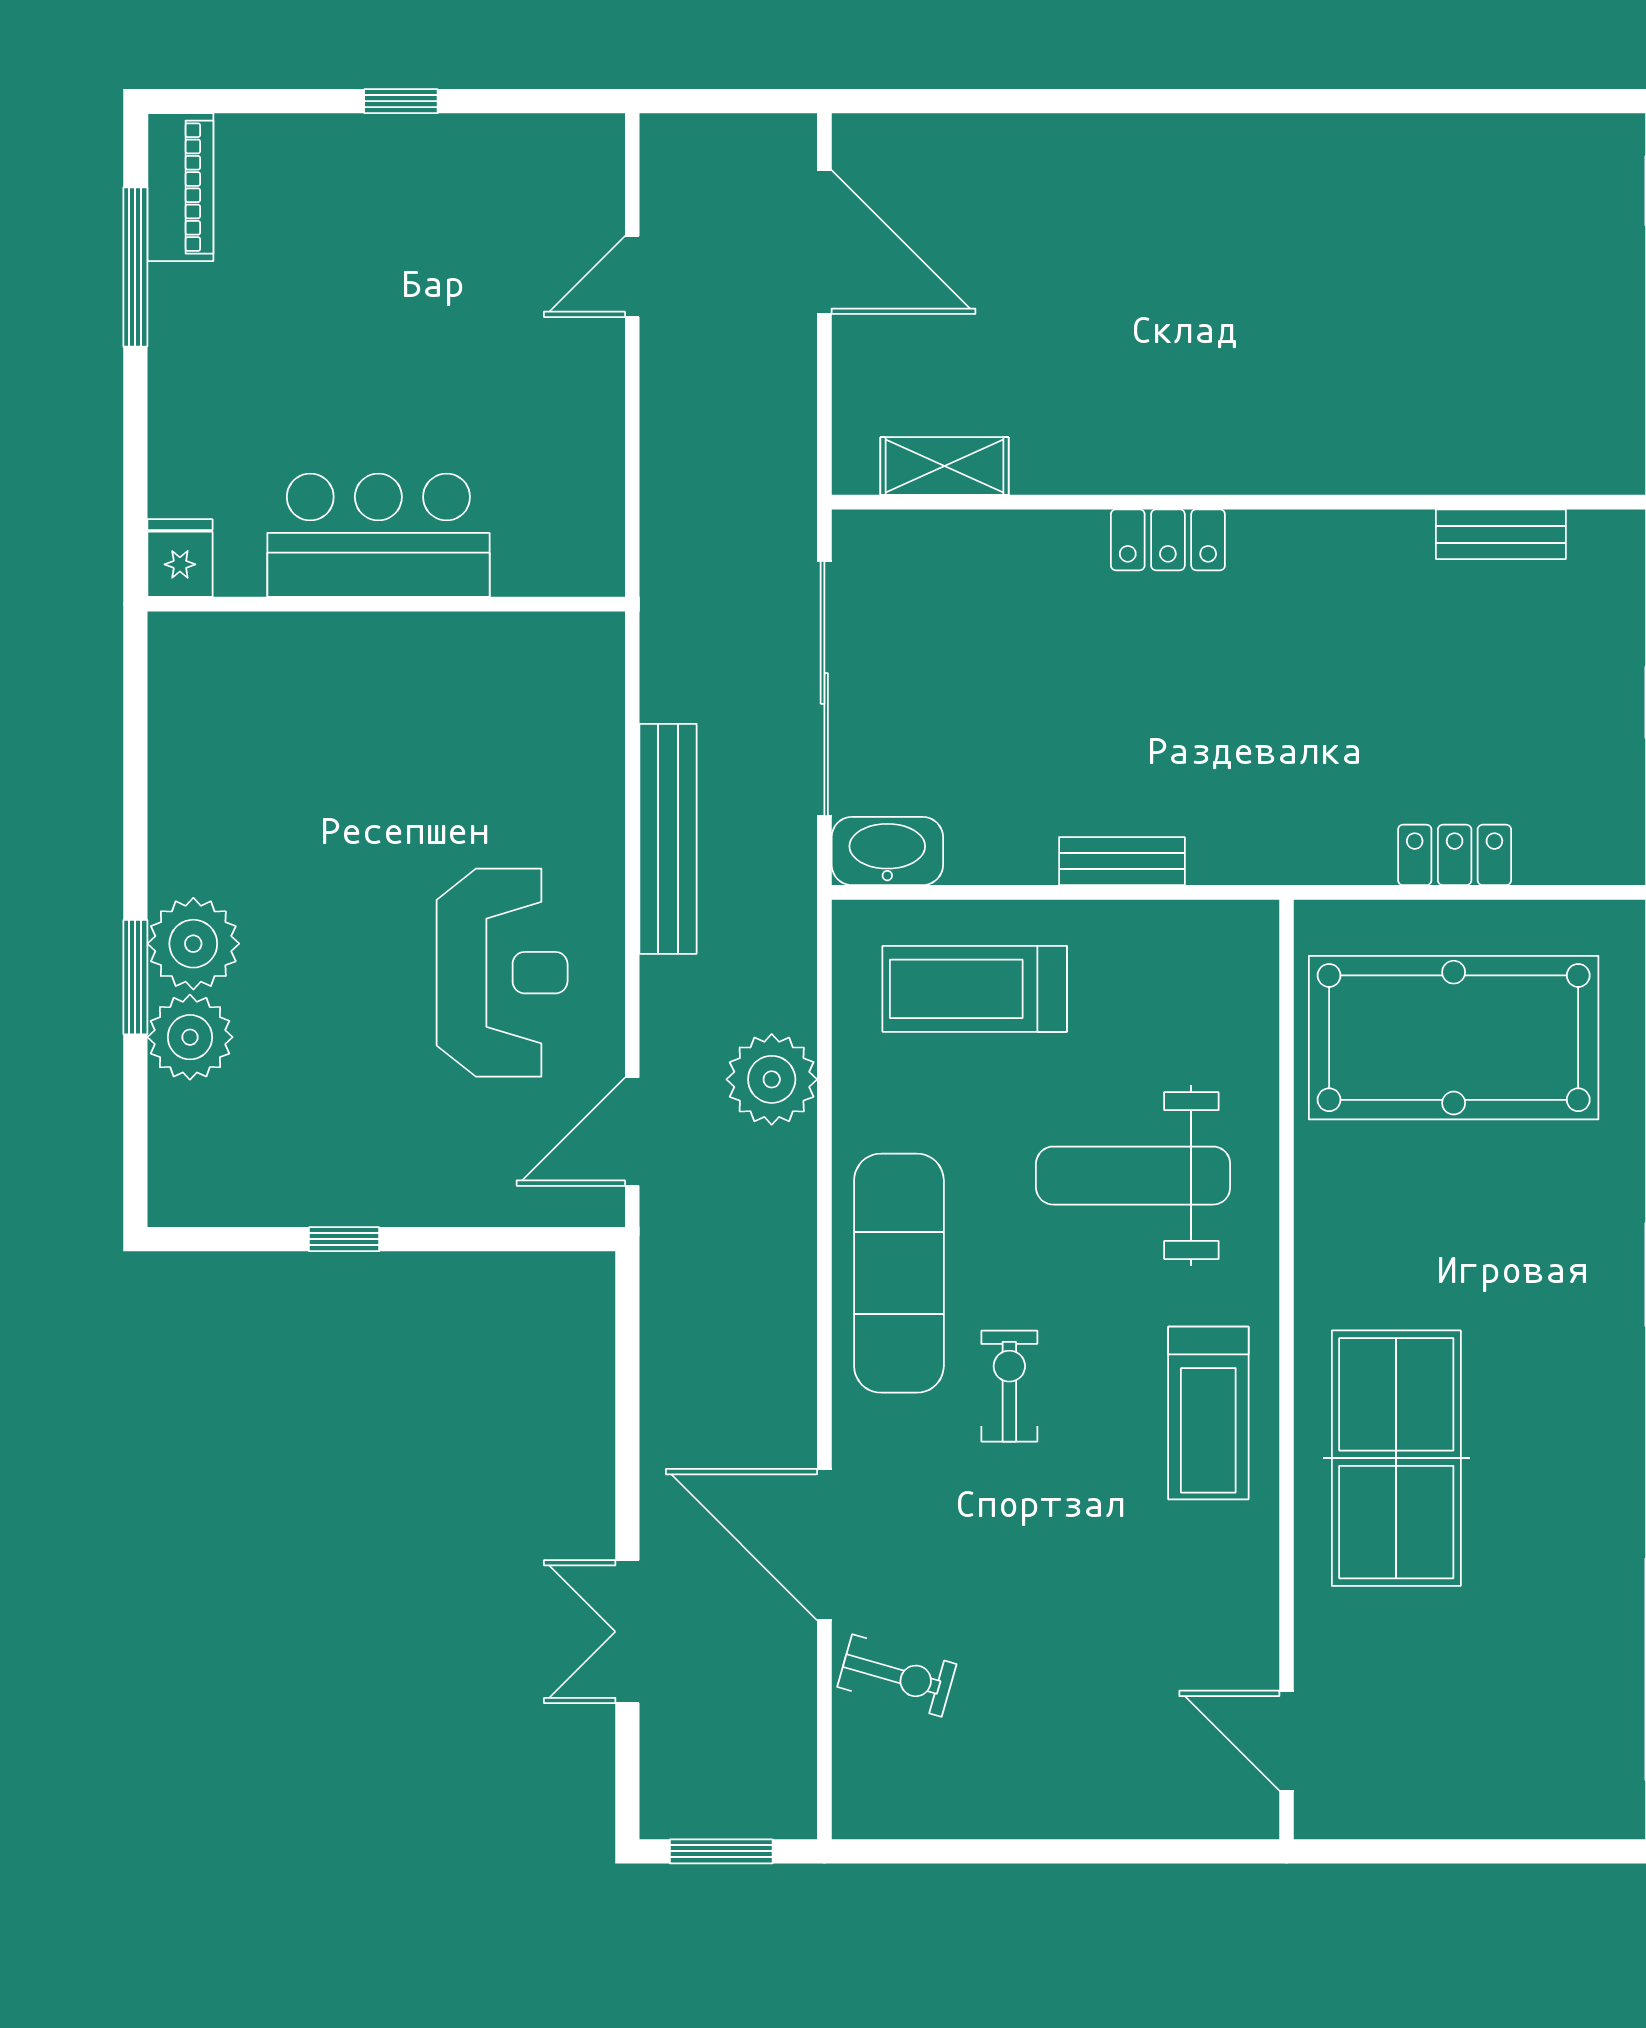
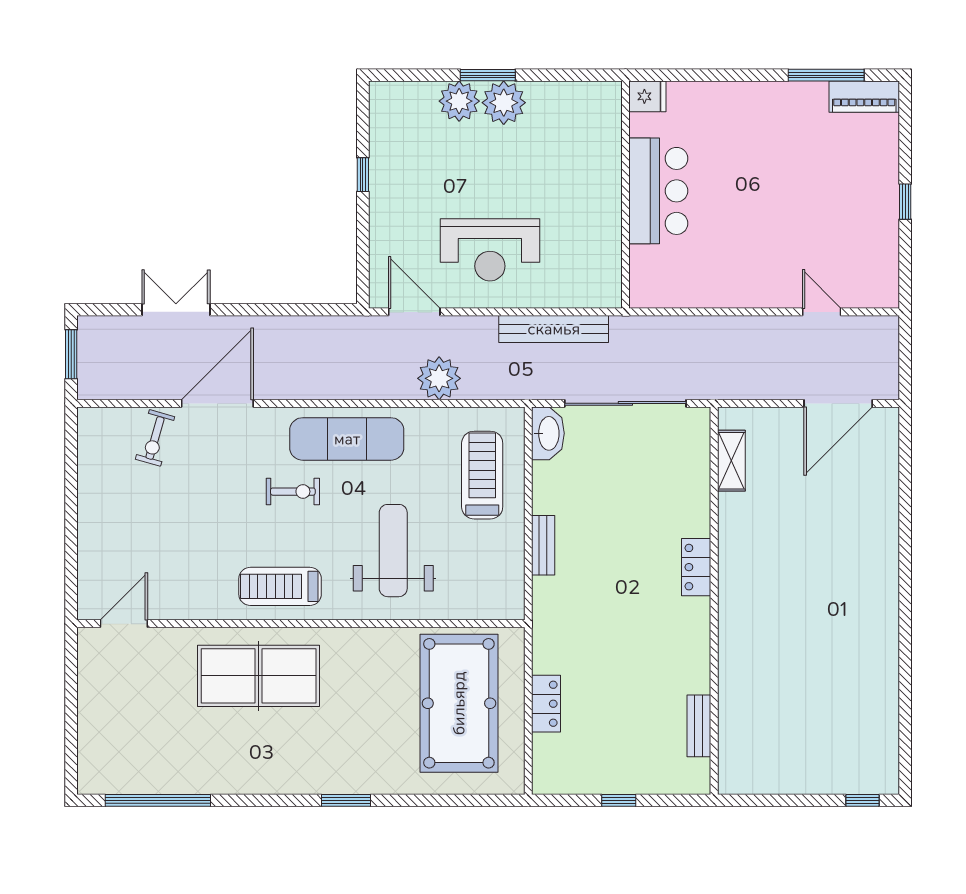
bar counter: (378, 535) -> (658, 191), moved
fridge: (180, 558) -> (647, 96), moved
wall: (386, 604) -> (625, 195), moved

